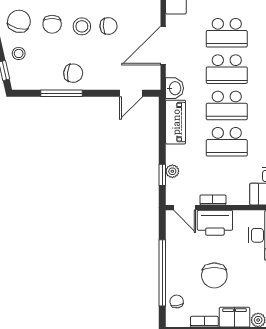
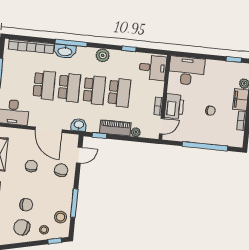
stool: (82, 26) -> (60, 217), moved
chair: (73, 73) -> (61, 170), moved
door: (131, 93) -> (79, 155), hinge flipped
piano: (176, 122) -> (115, 128), moved
window: (162, 175) -> (99, 135), moved
chair: (214, 275) -> (210, 111), width x0.54, depth x0.54
chair: (177, 302) -> (226, 138), removed

